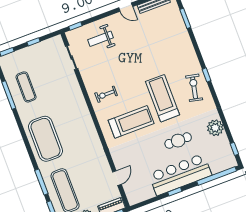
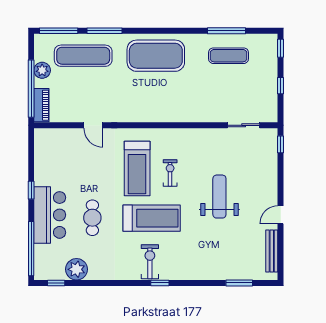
weight bench: (100, 39) -> (219, 197), moved, width x1.36, depth x1.33
exercise bike: (194, 88) -> (150, 262), turned -102
exercise bike: (106, 94) -> (170, 173), moved
plant: (215, 128) -> (77, 269), moved
bar counter: (180, 174) -> (50, 215), width x0.73
door: (117, 178) -> (93, 125), moved

